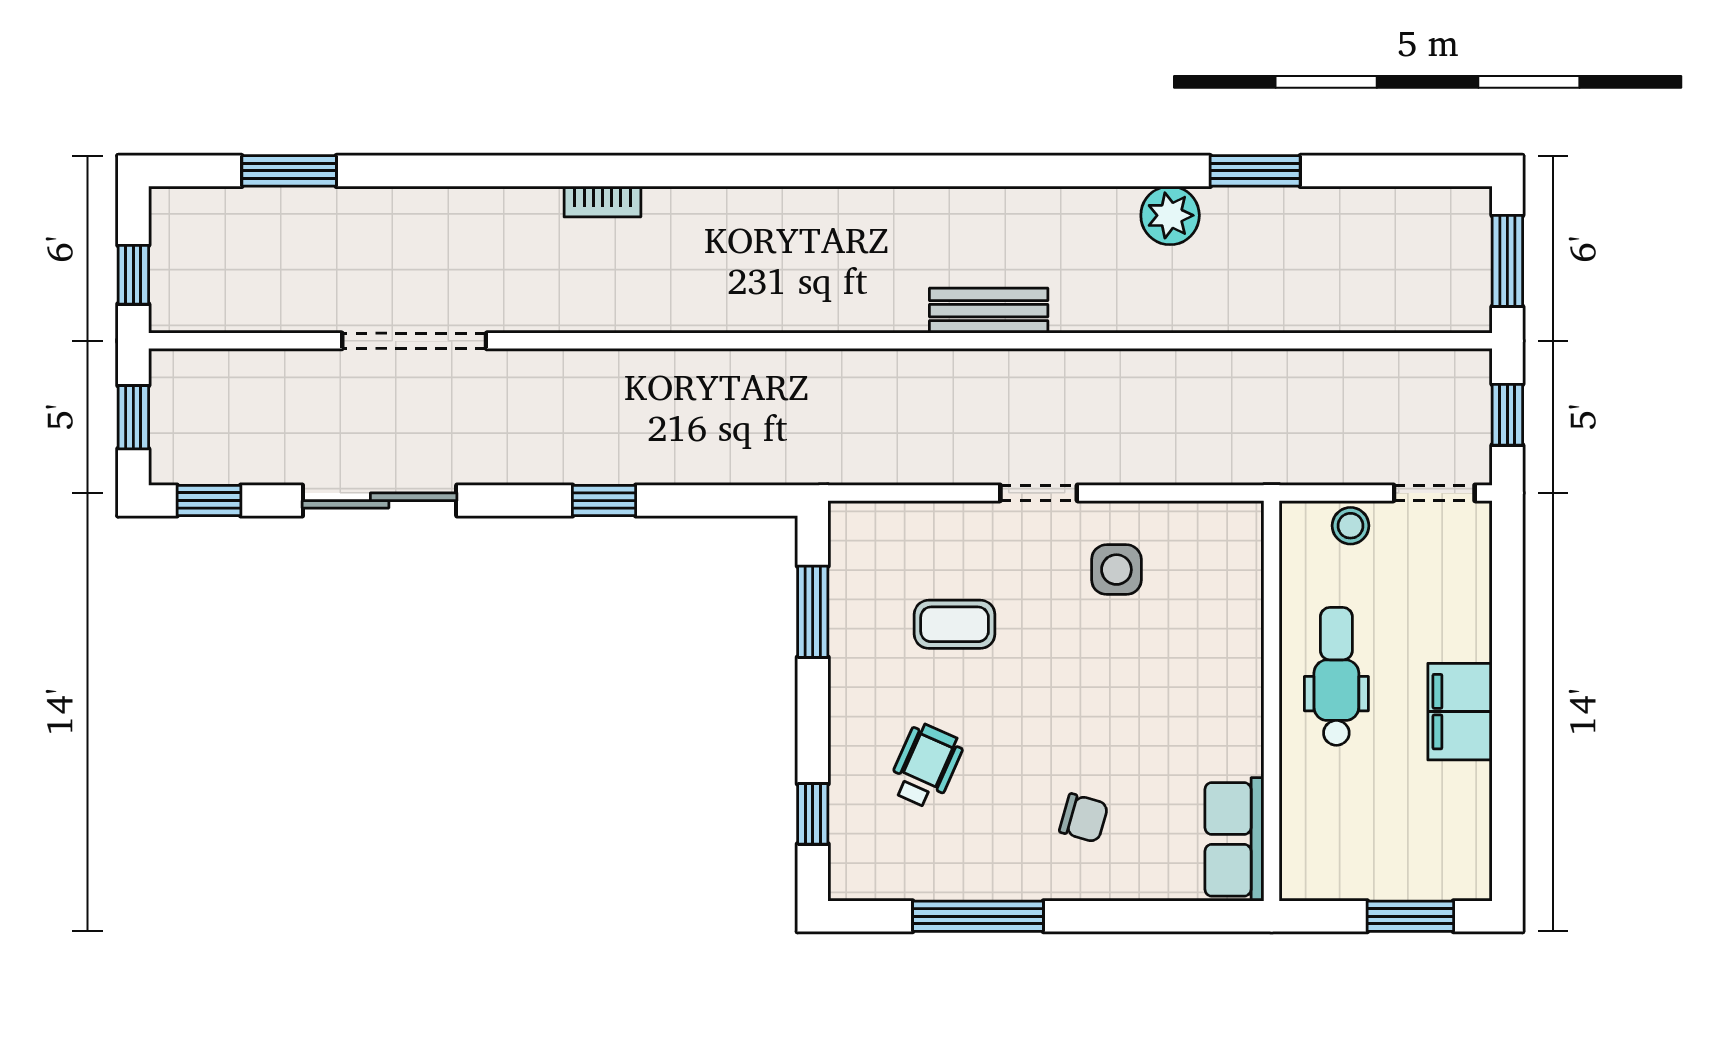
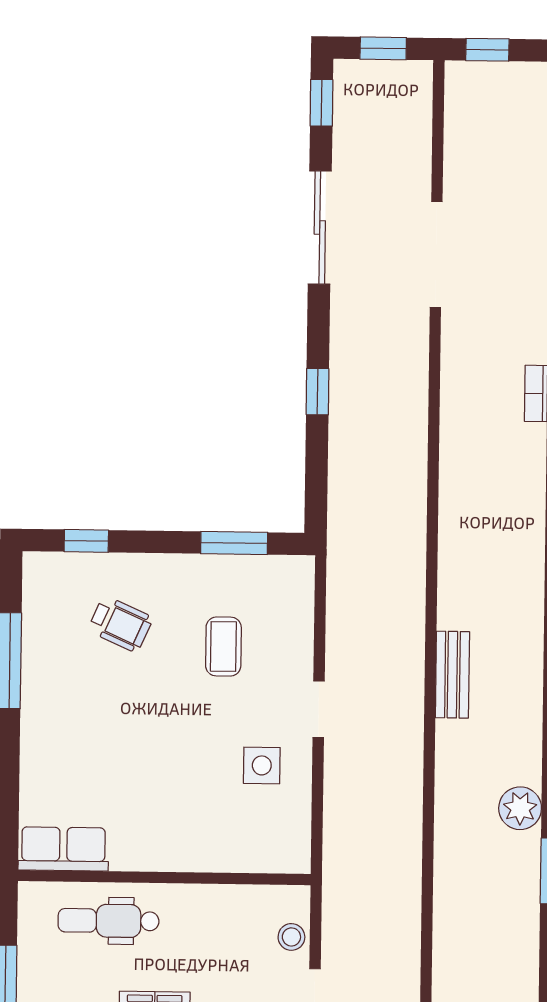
dental chair: (1336, 676) -> (108, 921), moved, turned 180
chair: (1084, 818) -> (81, 739), removed

